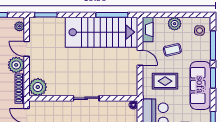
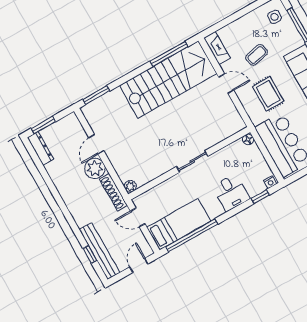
plant: (175, 24) -> (243, 25), removed
plant: (19, 26) -> (74, 124), removed
door: (27, 49) -> (96, 144), hinge flipped
rug: (165, 81) -> (268, 94), turned 90
plant: (38, 87) -> (130, 186), width x0.53, depth x0.53

